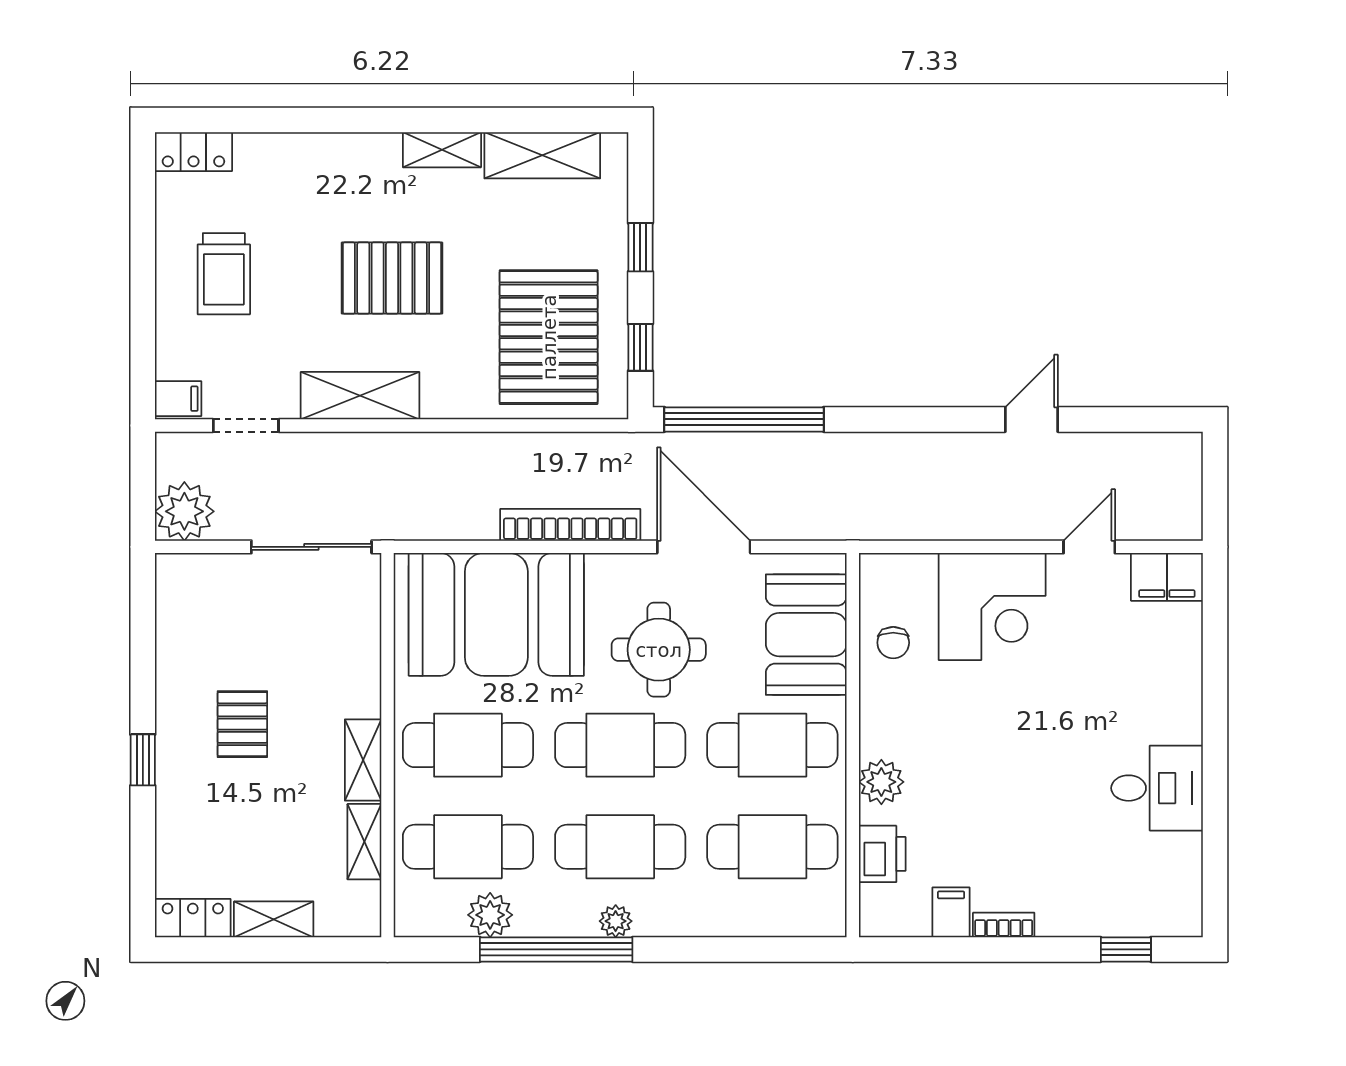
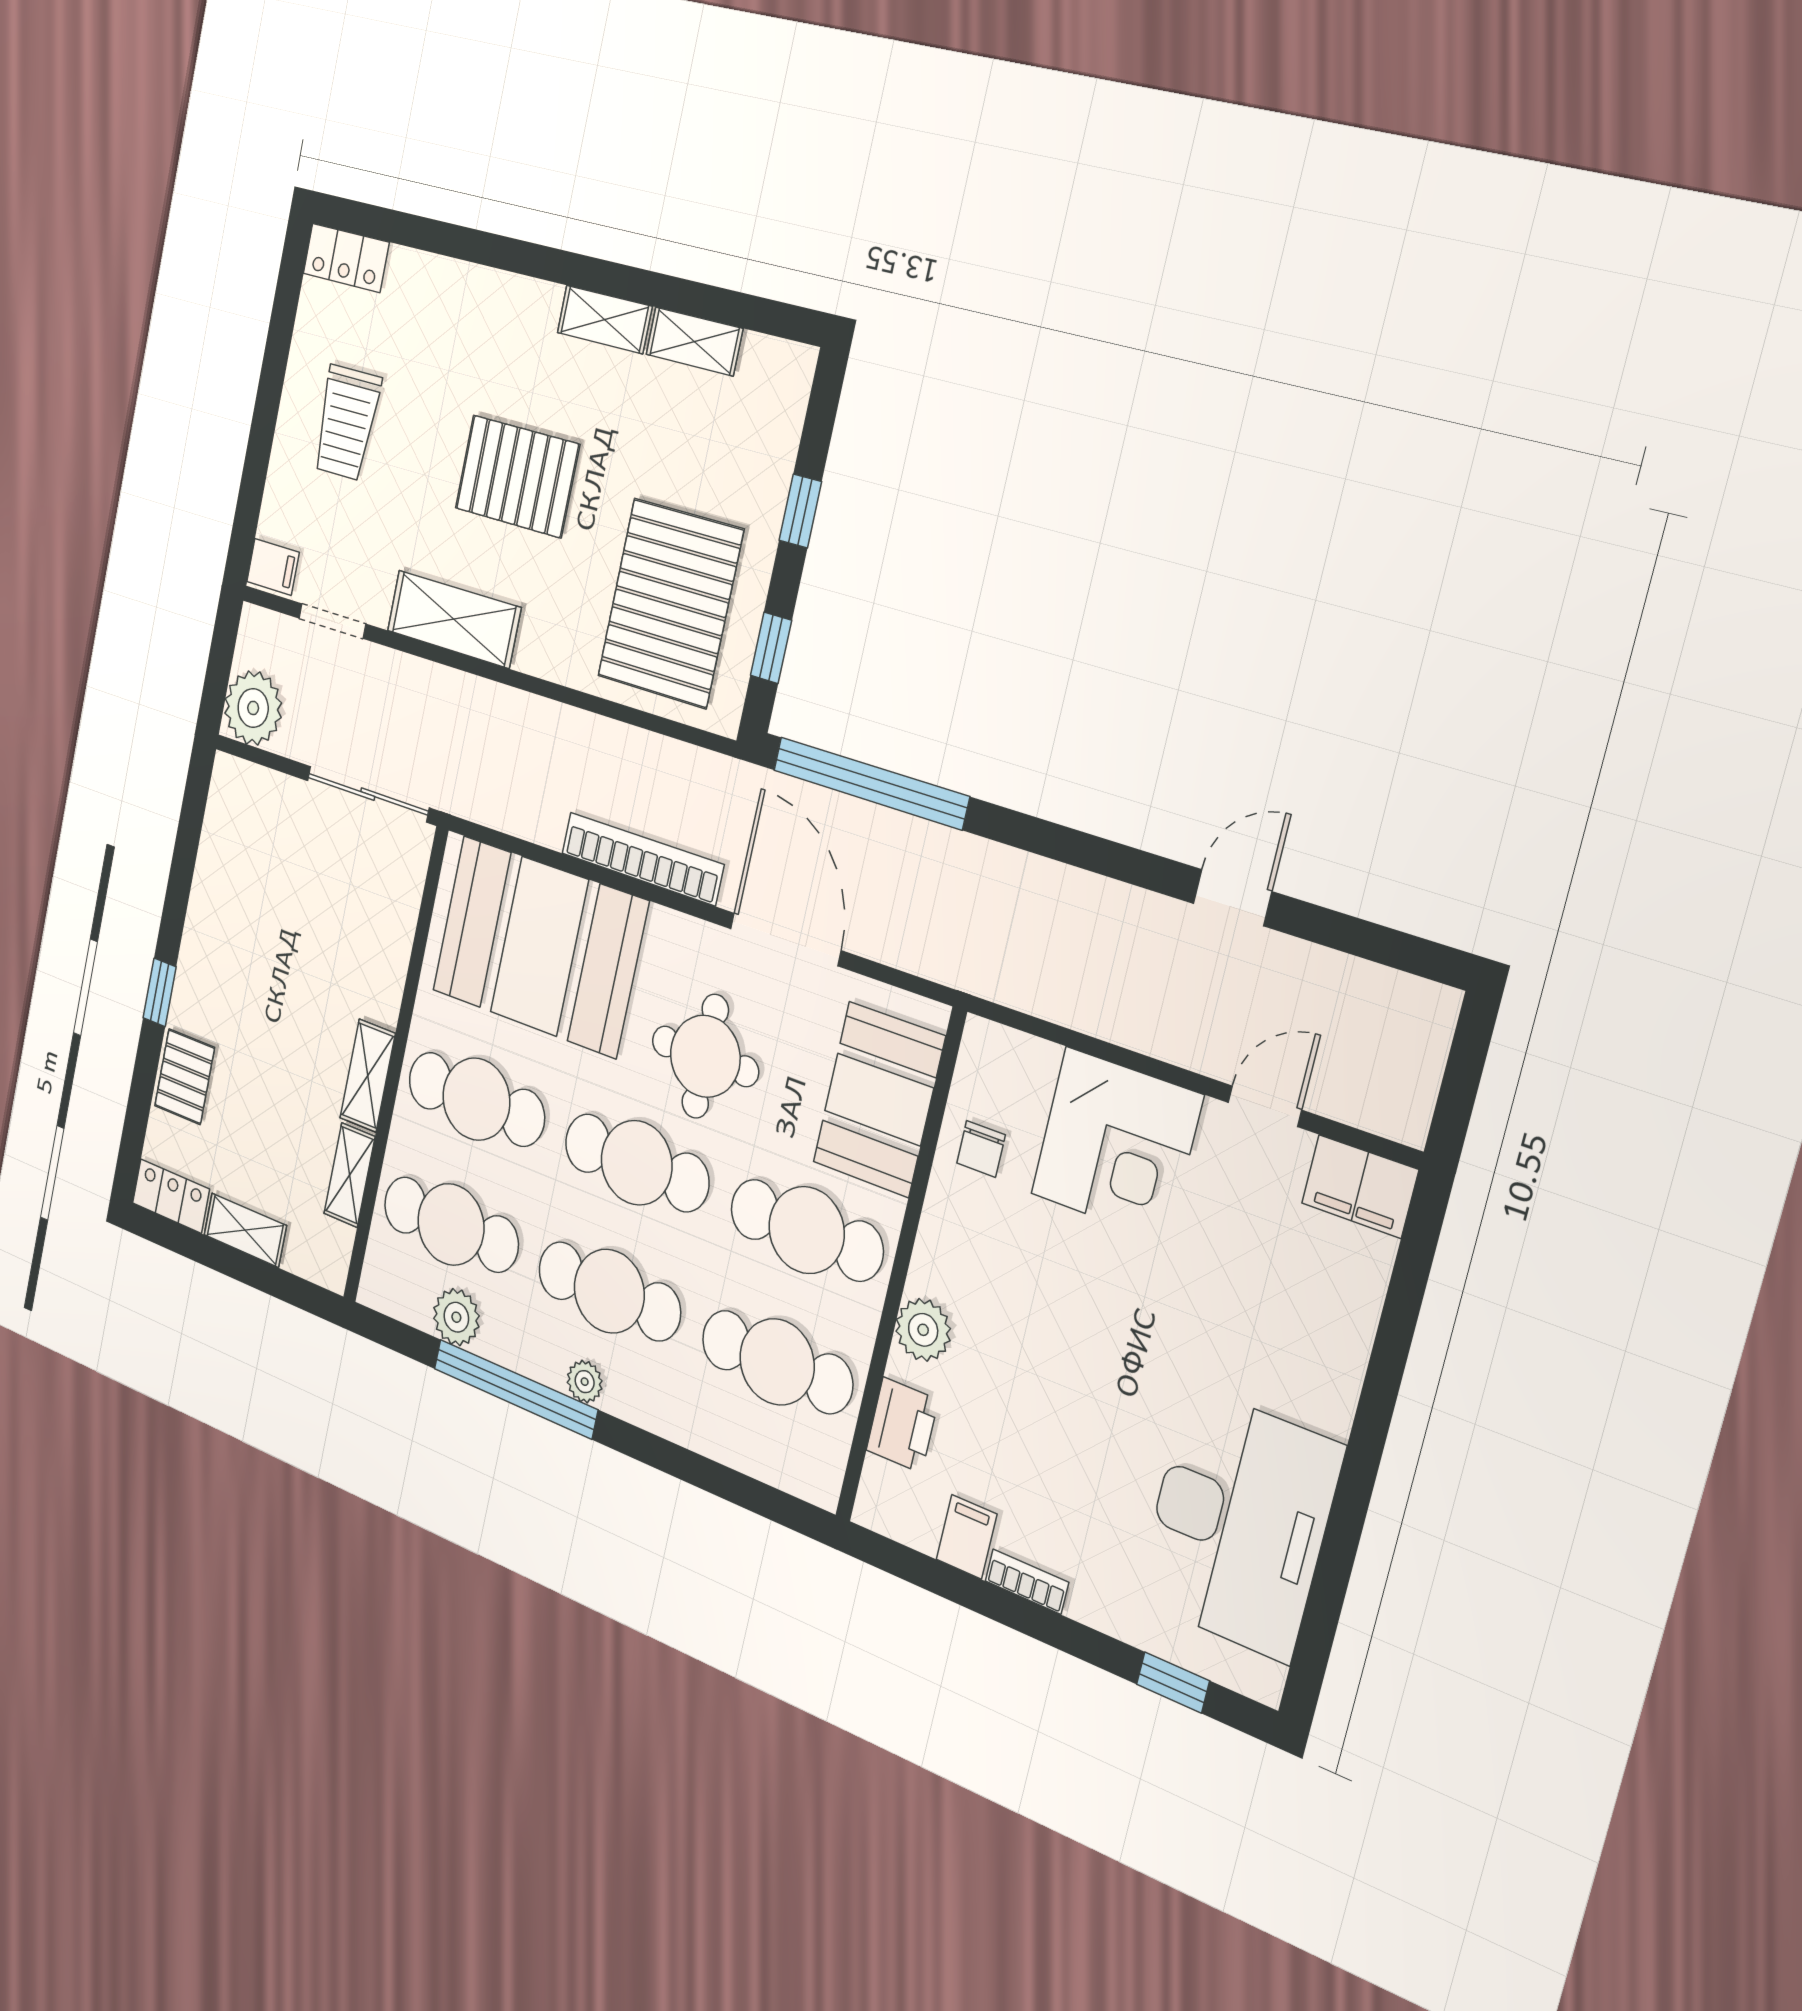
shelving: (542, 155) -> (694, 341), width x0.67, depth x0.75
pallet: (242, 724) -> (185, 1077), moved
desk: (1157, 788) -> (1239, 1523), width x1.87, depth x1.30

